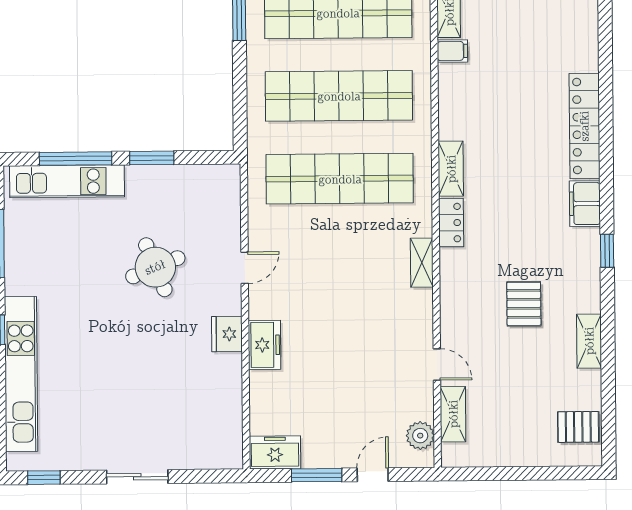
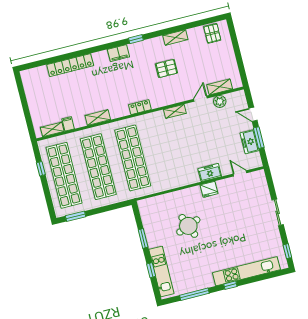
locker: (584, 126) -> (70, 65), moved
window: (76, 159) -> (151, 270), width x0.46
shelving: (451, 169) -> (98, 118), moved
shelving: (422, 263) -> (175, 111), moved
door: (245, 268) -> (240, 173), moved
plant: (420, 436) -> (220, 101), moved
freezer: (275, 452) -> (250, 142), moved

